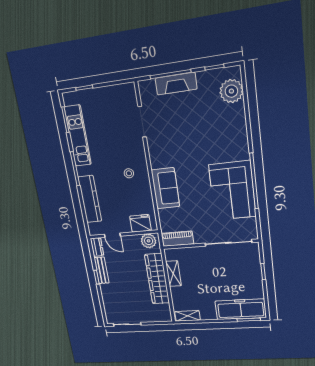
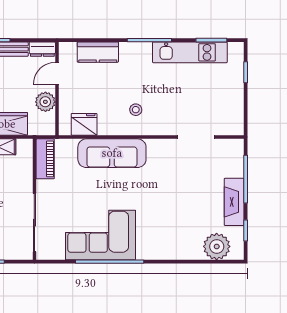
fireplace: (176, 84) -> (234, 202), moved
sofa: (165, 188) -> (112, 153), width x1.36
kitchen counter: (90, 199) -> (98, 52), width x0.67
fridge: (140, 223) -> (84, 124), moved, turned -90
plant: (149, 241) -> (45, 102), moved

